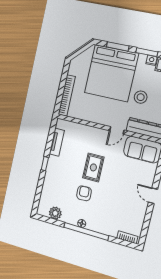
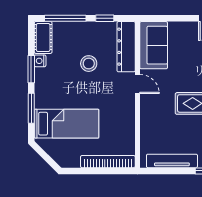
bed: (111, 73) -> (67, 124), width x0.49
tv unit: (57, 142) -> (172, 161), width x1.41

